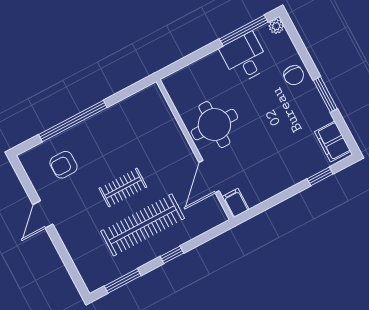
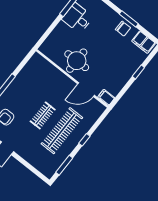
chair: (294, 75) -> (123, 29), moved
window: (320, 176) -> (138, 72), moved
door: (209, 177) -> (86, 90), hinge flipped

